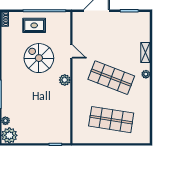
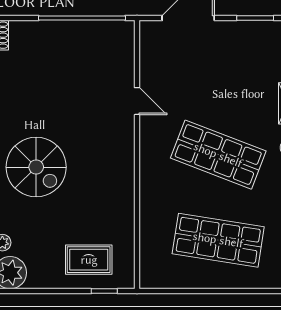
rug: (34, 25) -> (89, 260), moved
spiral stairs: (39, 58) -> (36, 167), moved, turned 180
plant: (65, 80) -> (123, 159), removed

